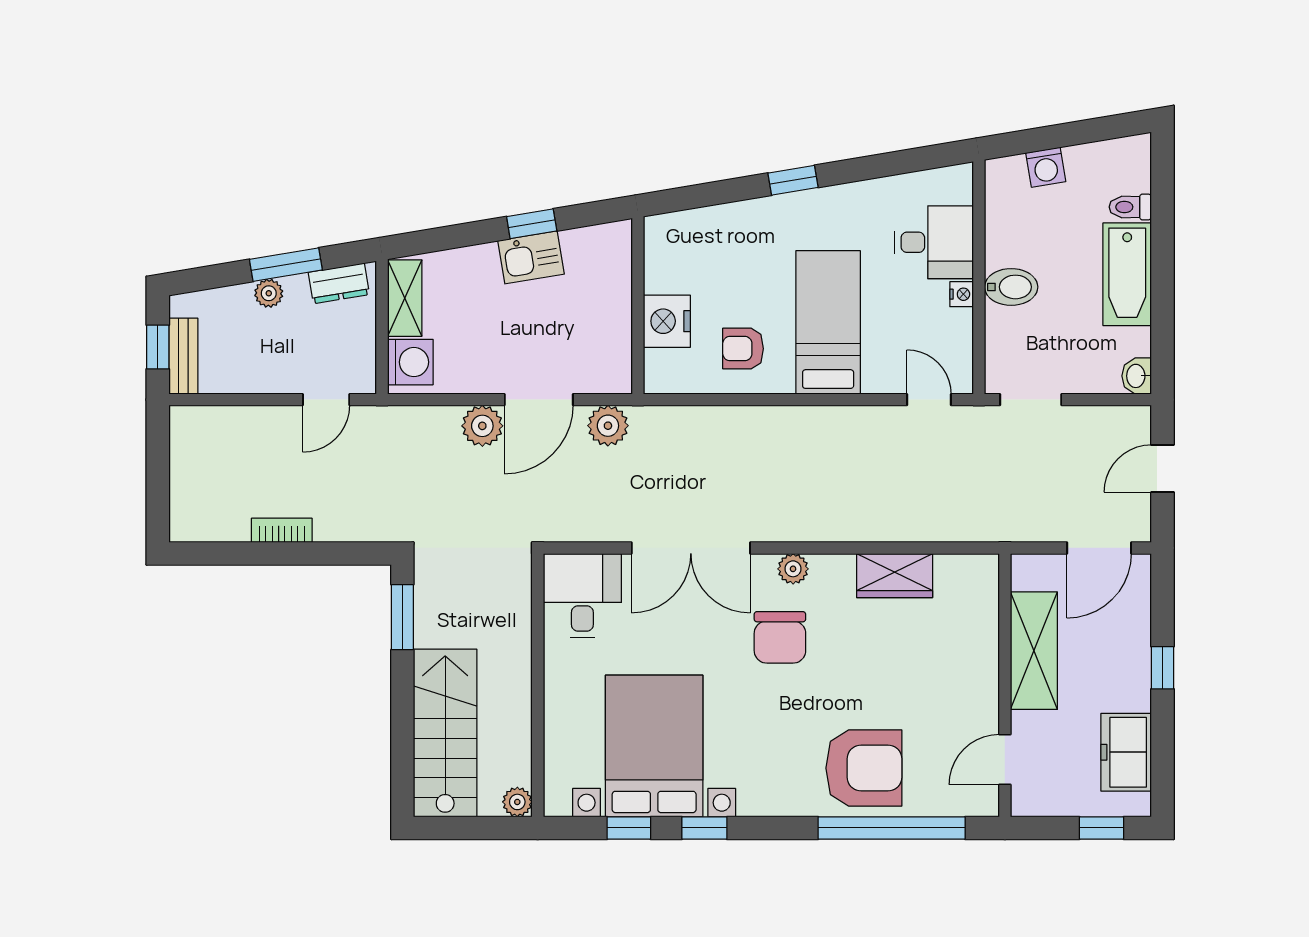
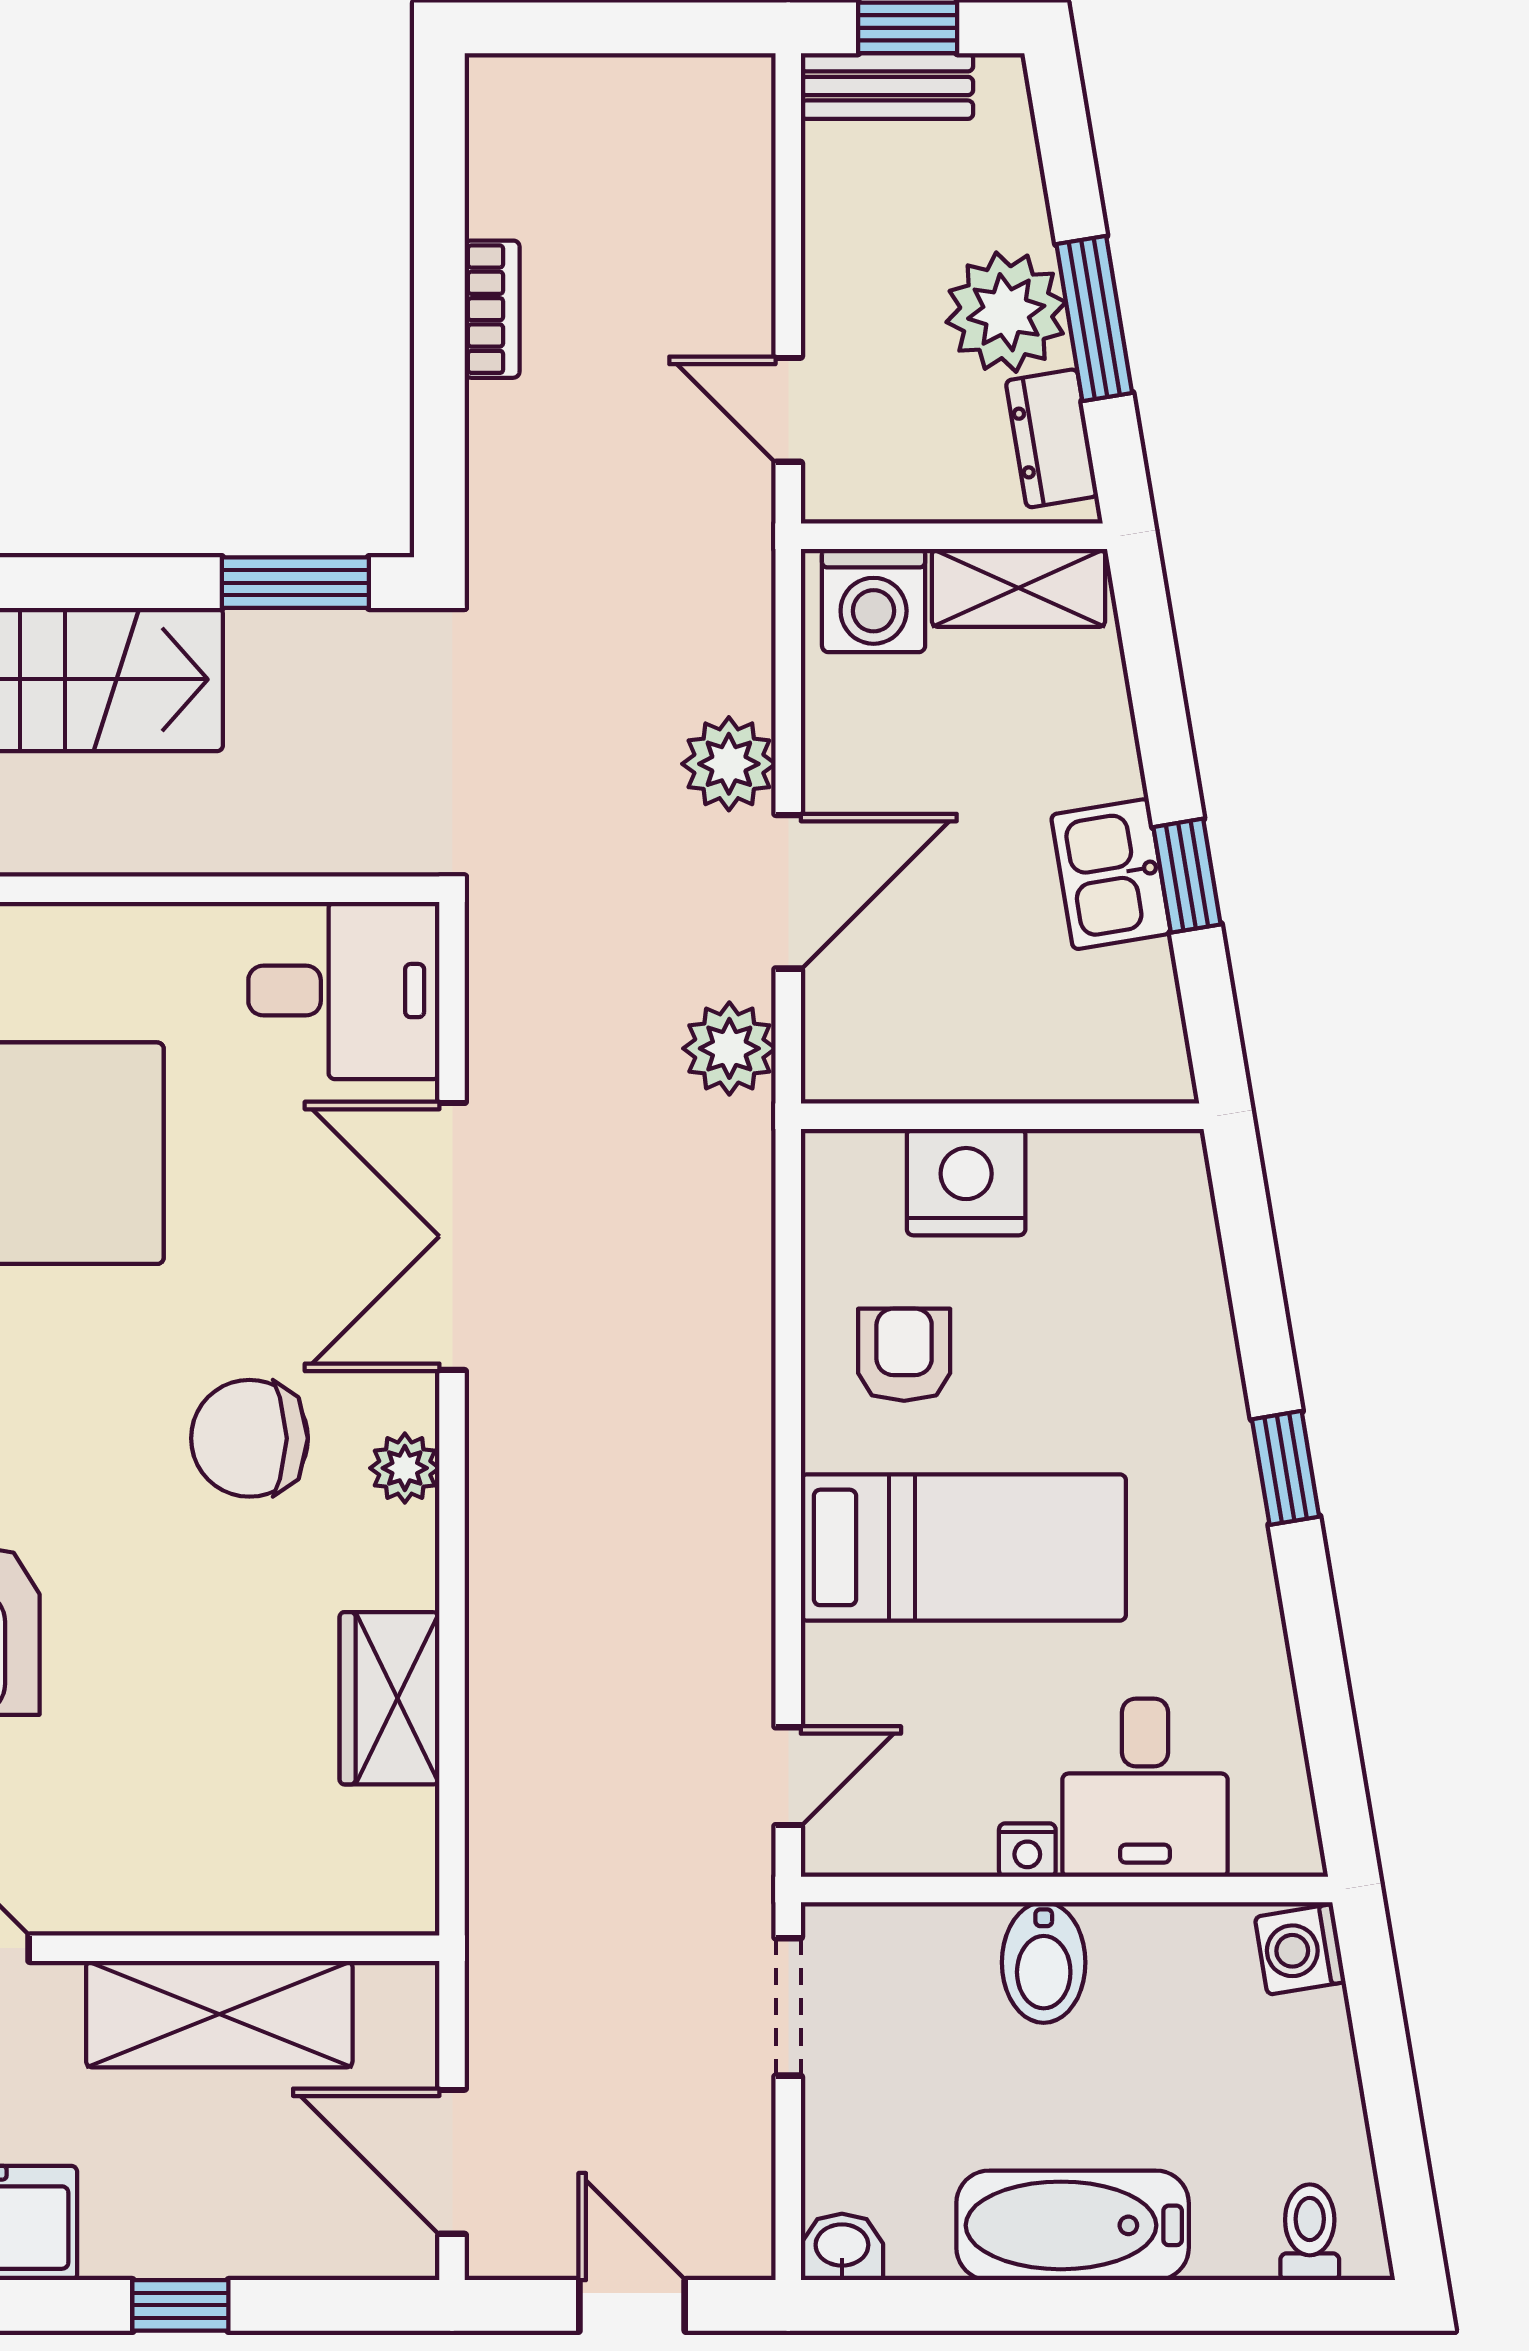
washing machine: (1046, 167) -> (1300, 1949), moved
toilet: (1130, 207) -> (1310, 2232), moved
plant: (269, 293) -> (1006, 312), width x1.88, depth x1.88
door: (539, 400) -> (788, 892), swing flipped

